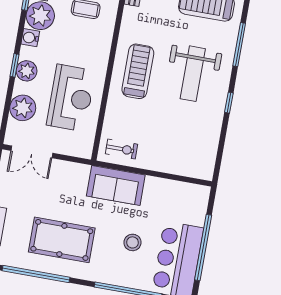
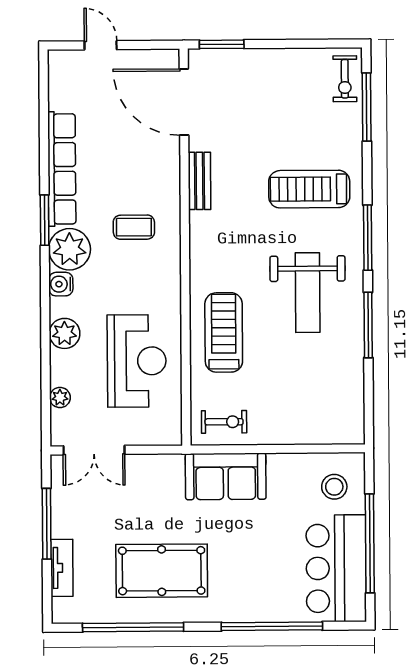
window: (14, 65) -> (45, 329), removed
treadmill: (138, 71) -> (224, 332), moved
window: (229, 103) -> (368, 325), width x2.17
plant: (23, 108) -> (60, 397), width x0.53, depth x0.53
stool: (132, 242) -> (334, 487), moved

